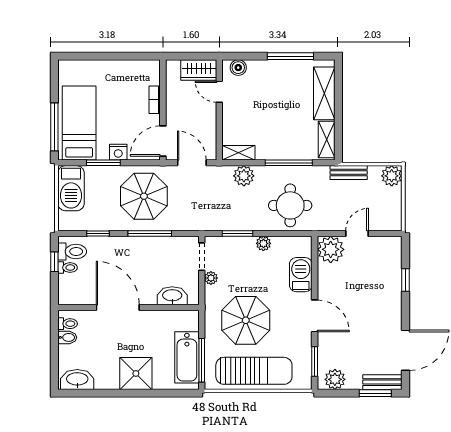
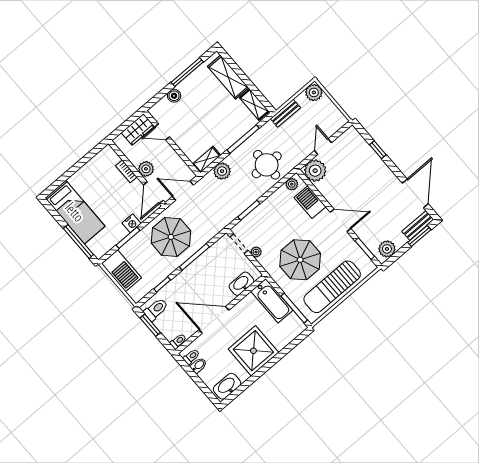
boiler: (238, 68) -> (174, 96), moved
plant: (175, 113) -> (146, 169), added
bed: (79, 123) -> (75, 212), moved, turned 180
plant: (263, 243) -> (292, 184), moved
window: (54, 262) -> (150, 325), width x1.50
toilet: (68, 268) -> (178, 341), moved
bathtub: (187, 357) -> (272, 301), moved
sun lounger: (254, 371) -> (332, 287), turned 180
shower: (136, 373) -> (253, 351), width x1.37, depth x1.37

